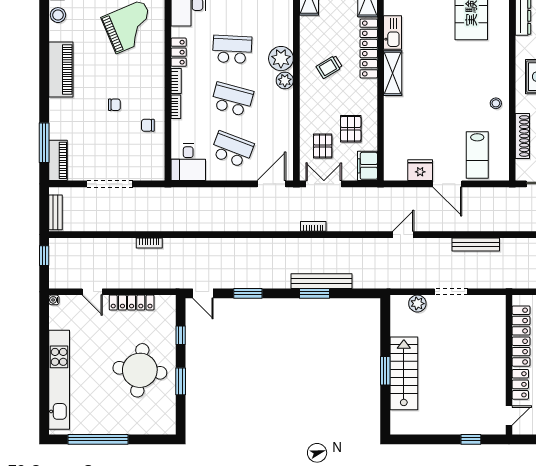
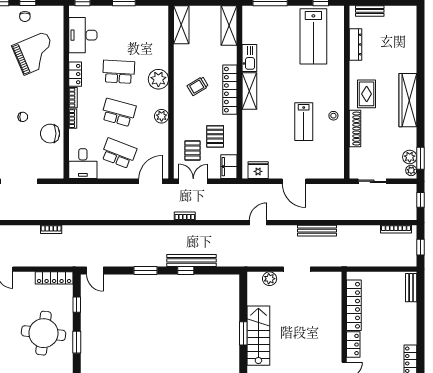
locker: (369, 49) -> (230, 90), moved
plant: (285, 81) -> (162, 116), moved
chair: (148, 125) -> (50, 134), width x1.87, depth x1.87
shoe rack: (522, 136) -> (355, 129), moved
lab bench: (477, 155) -> (304, 122), moved
fridge: (420, 170) -> (258, 170), moved
window: (248, 293) -> (145, 270), moved
window: (315, 293) -> (186, 270), width x0.67
locker: (132, 303) -> (54, 278), moved

